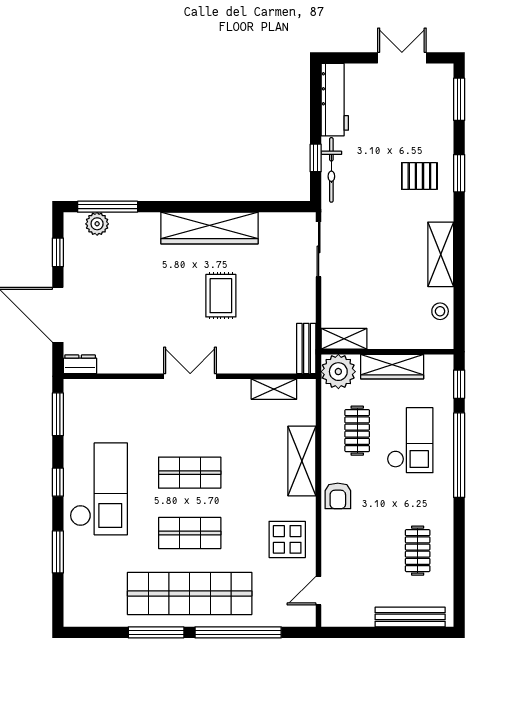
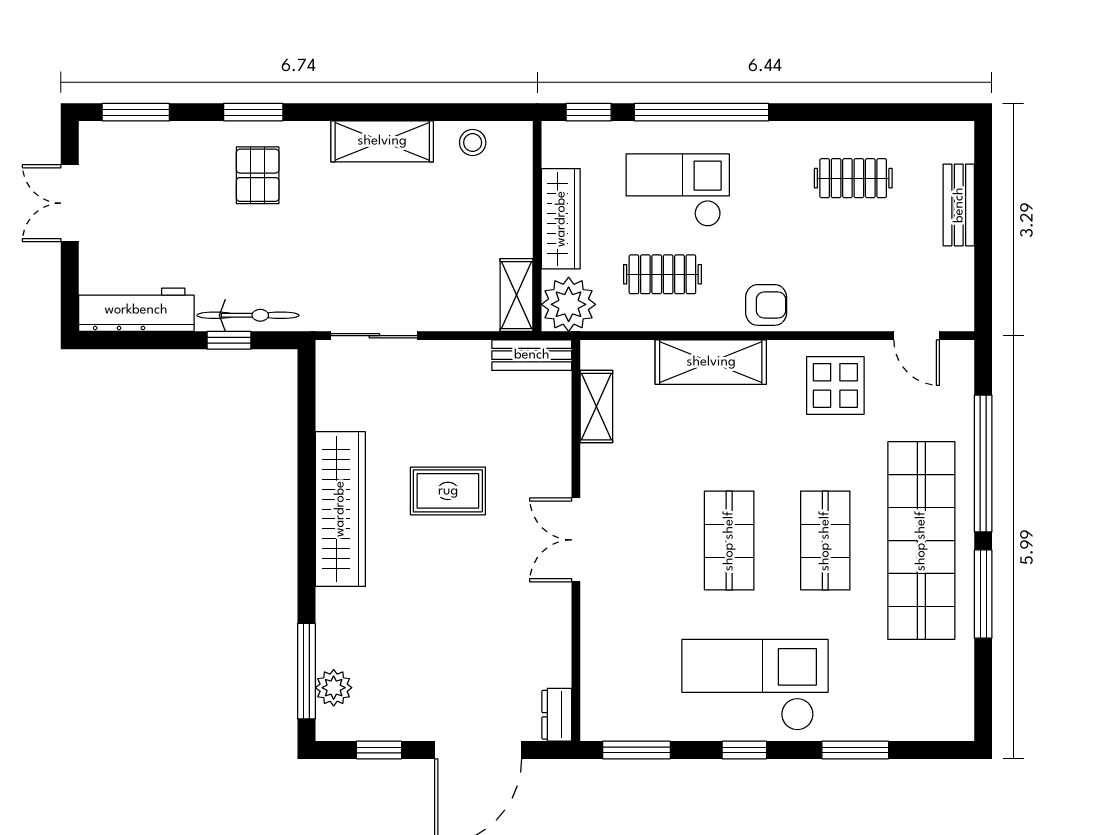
bench: (410, 617) -> (959, 205), width x0.73

